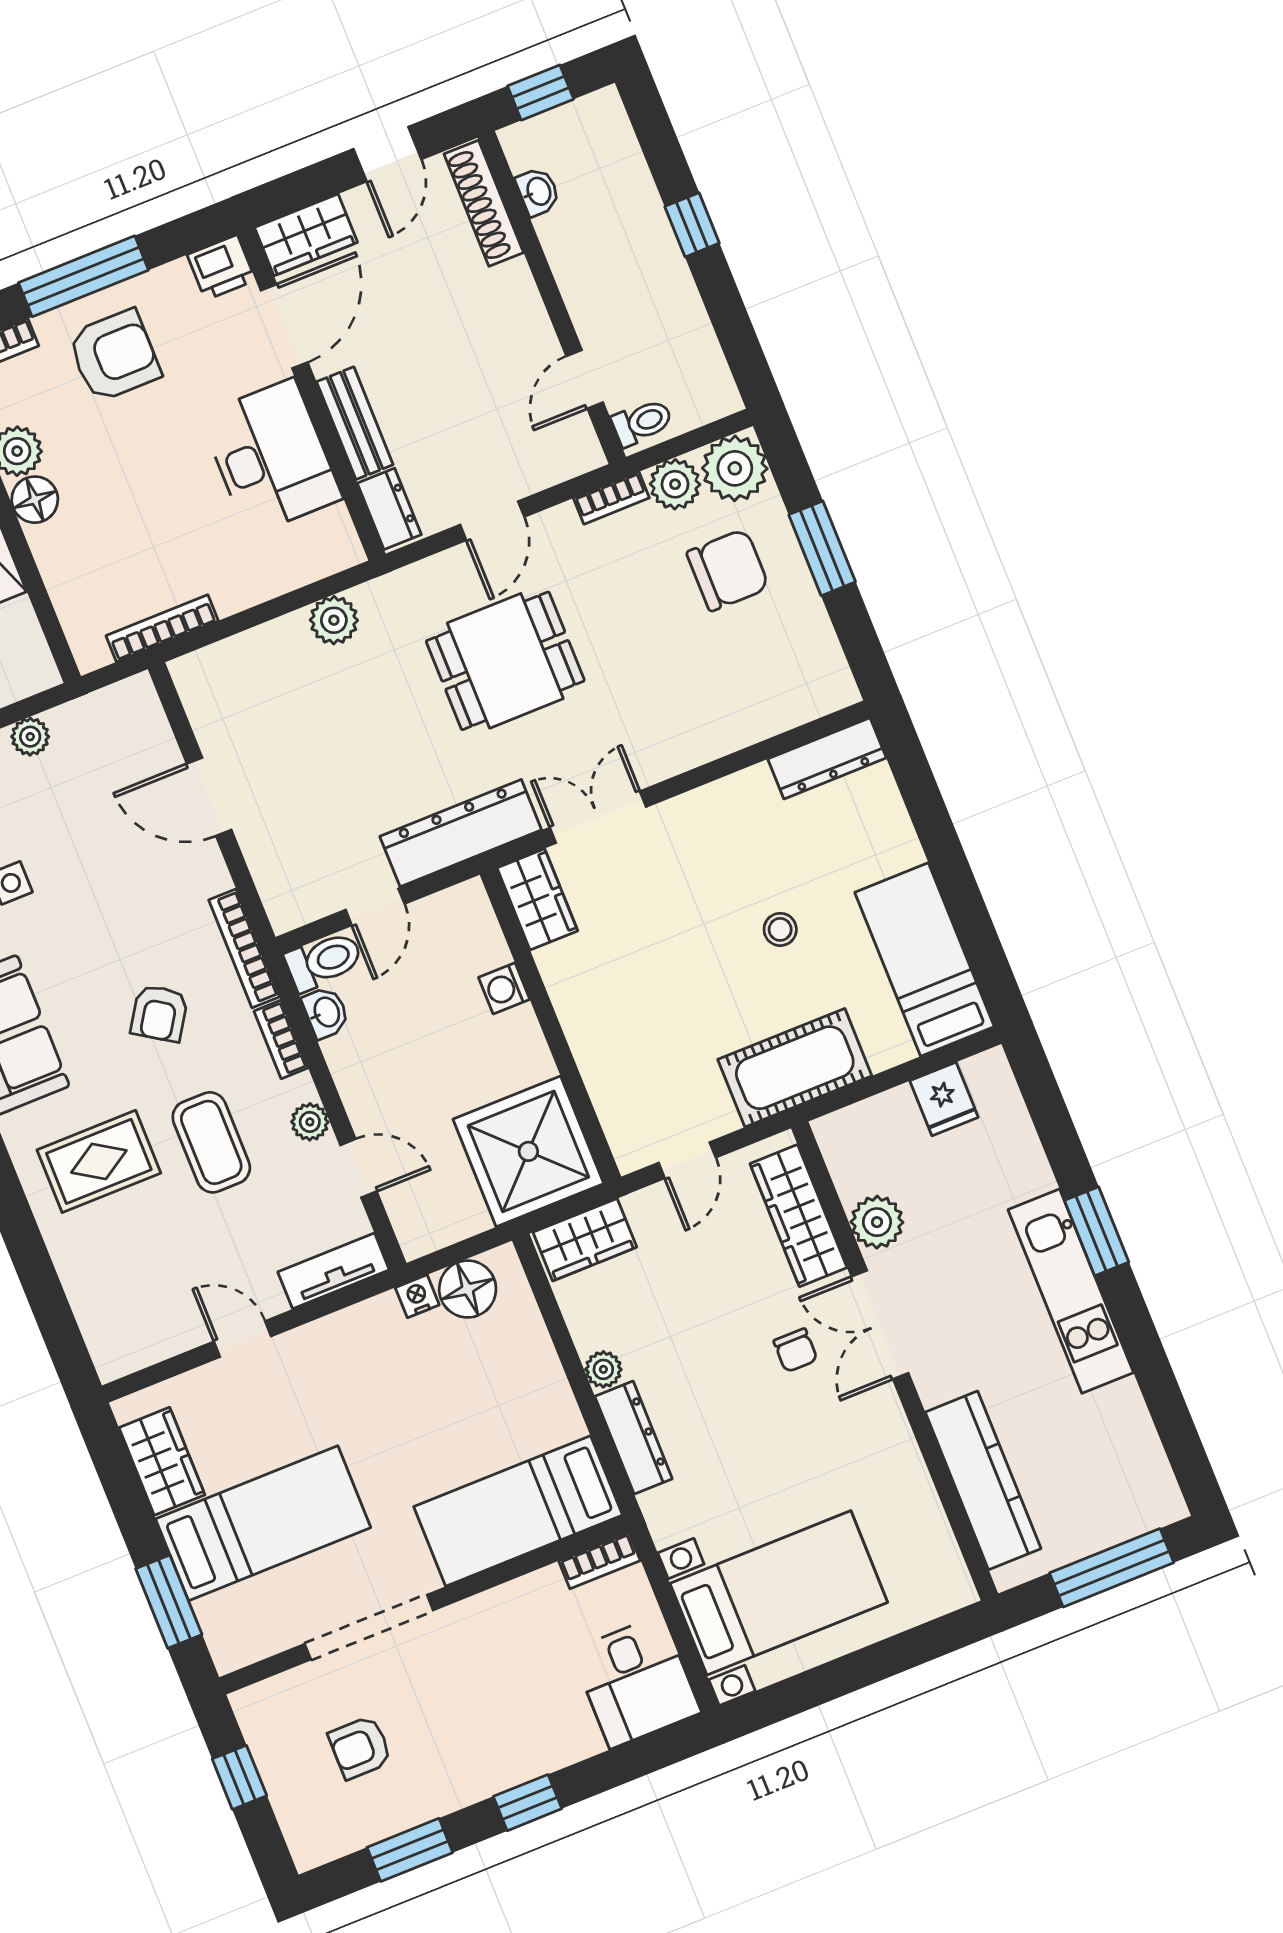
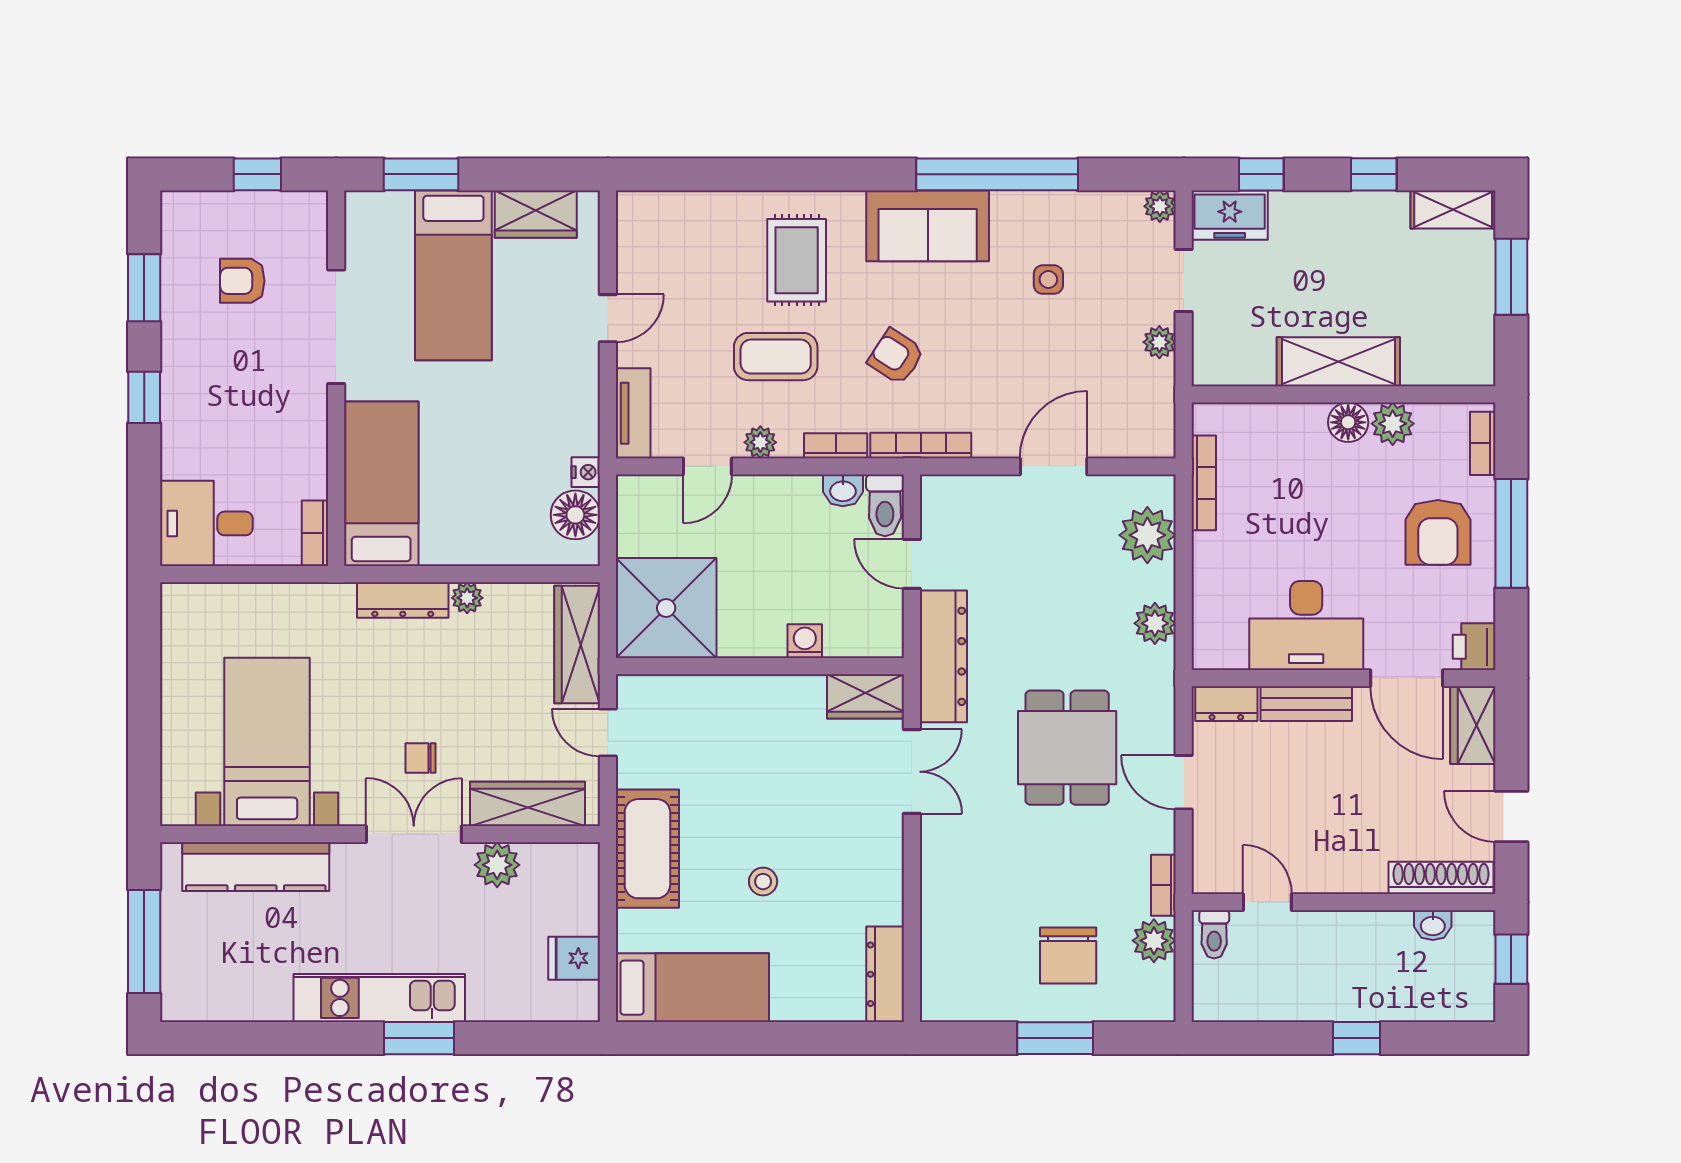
plant: (735, 468) -> (1147, 535), moved
wardrobe: (585, 1240) -> (577, 644), width x1.50
bed with nightstands: (779, 1593) -> (267, 742), moved, turned 180
armchair: (360, 1748) -> (242, 281), turned -90

